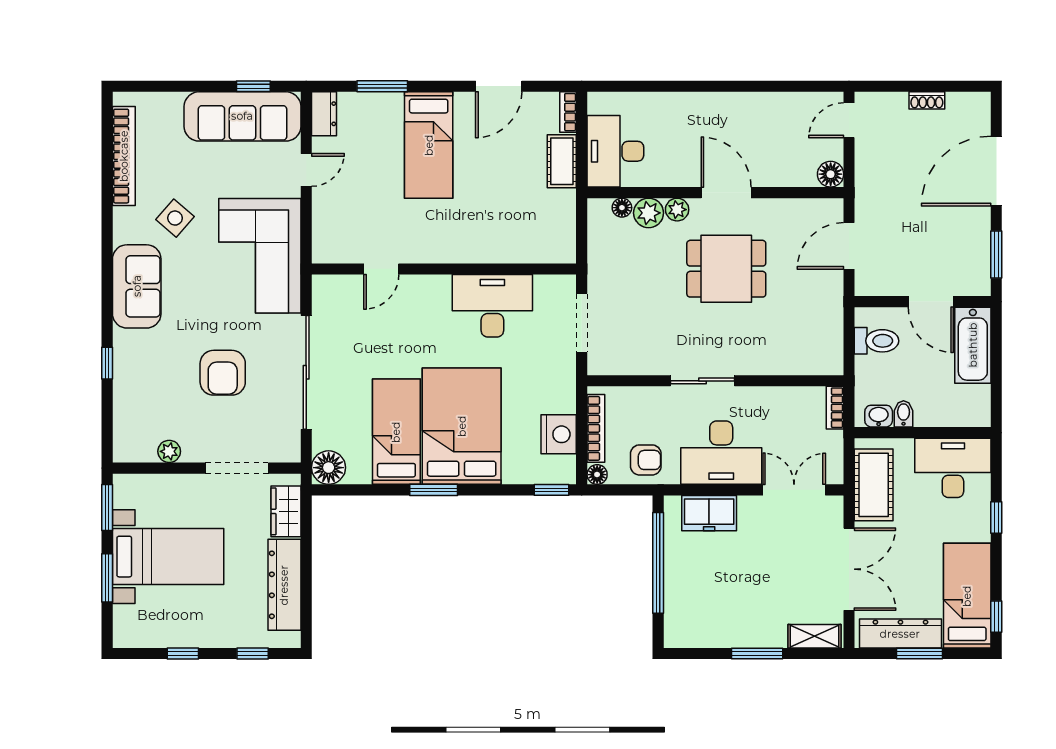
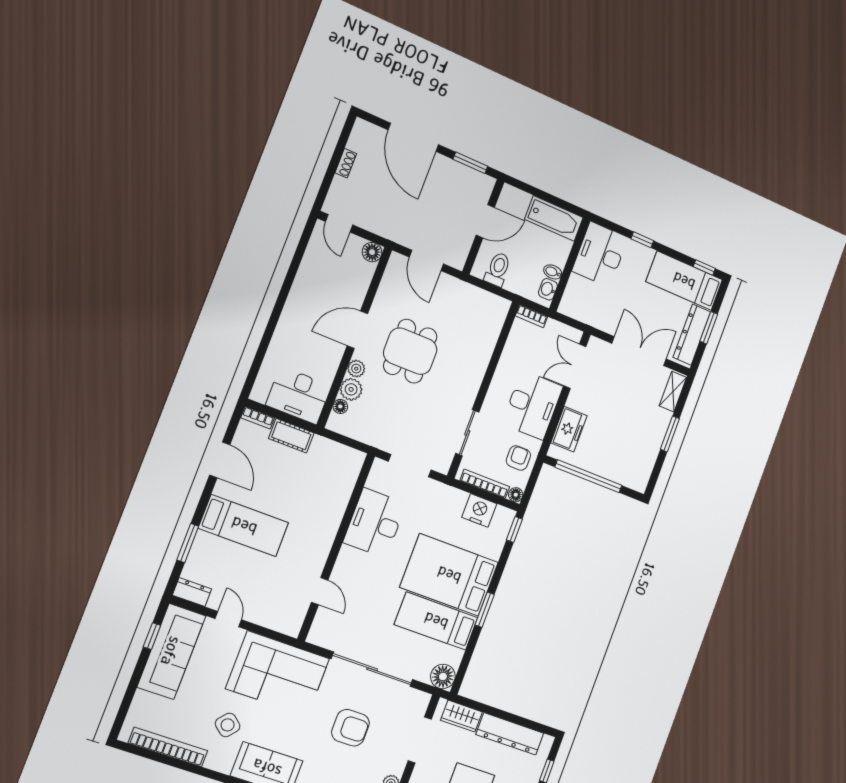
bathtub: (973, 345) -> (554, 218), moved
sliding door: (702, 381) -> (467, 433), moved
cot: (874, 485) -> (591, 312), removed

